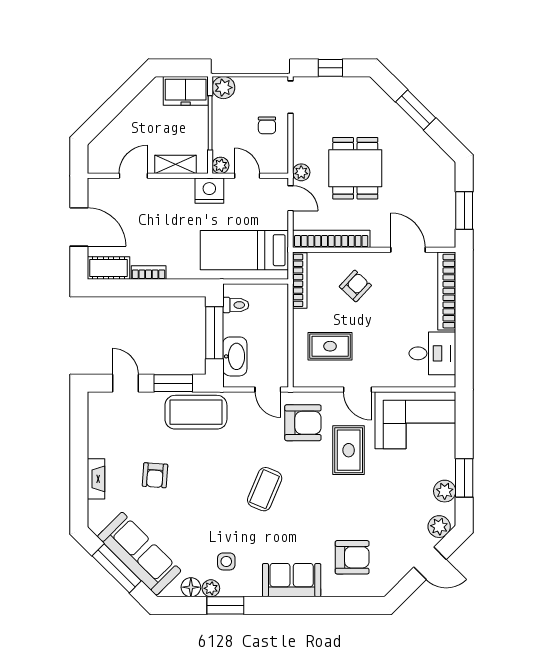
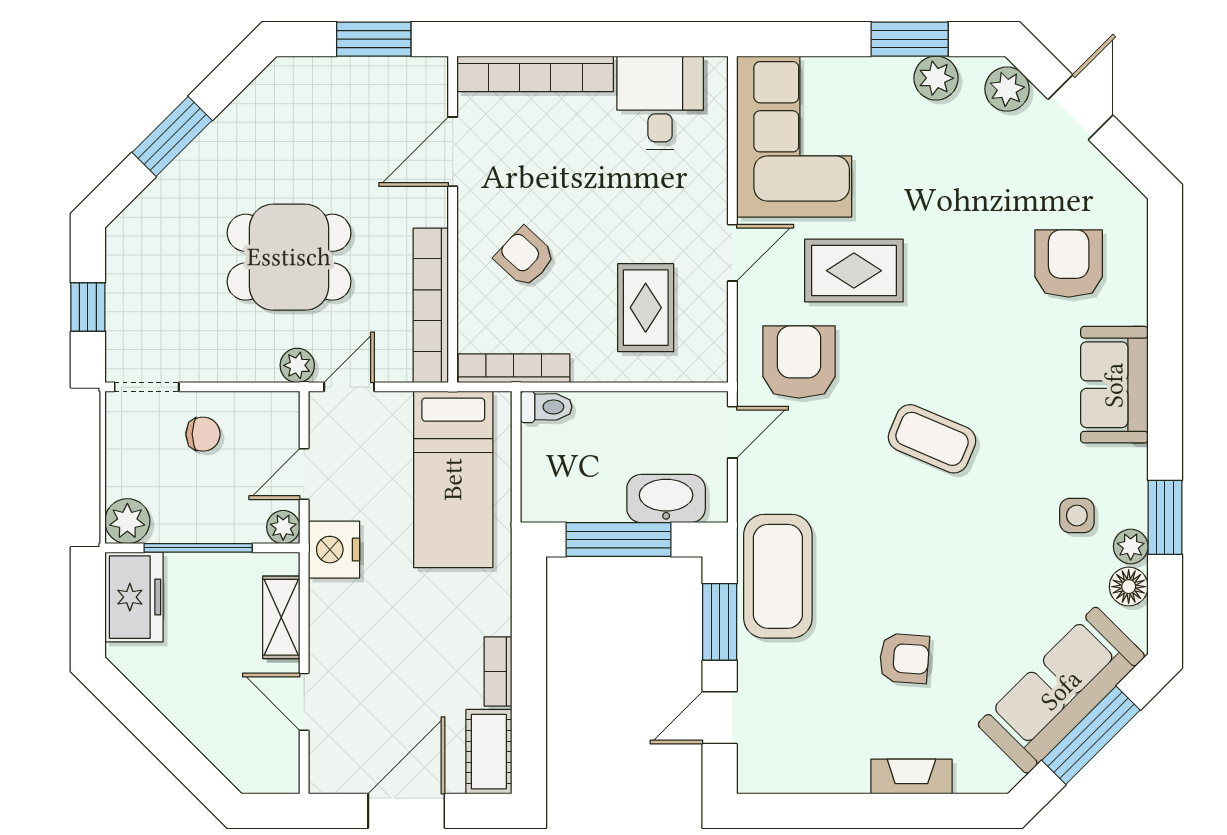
toilet: (236, 305) -> (546, 407), moved, turned 90

